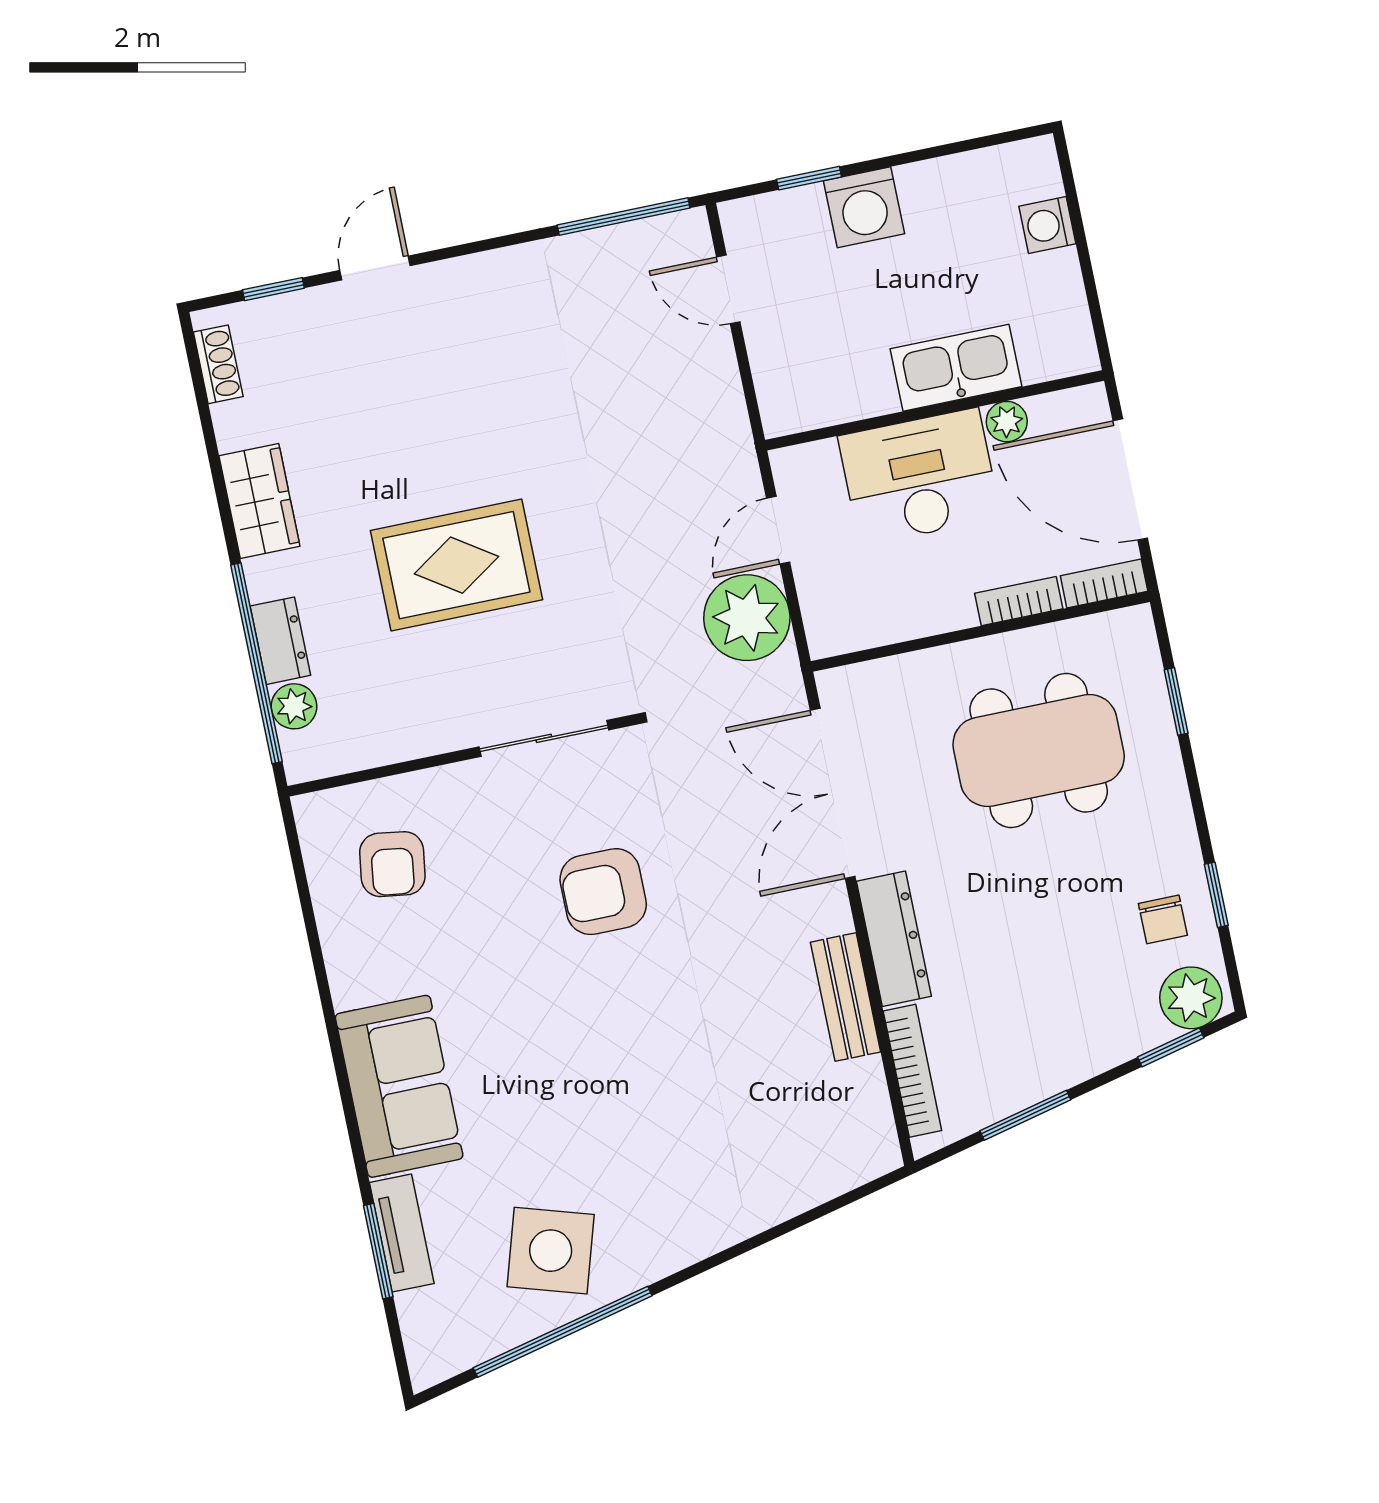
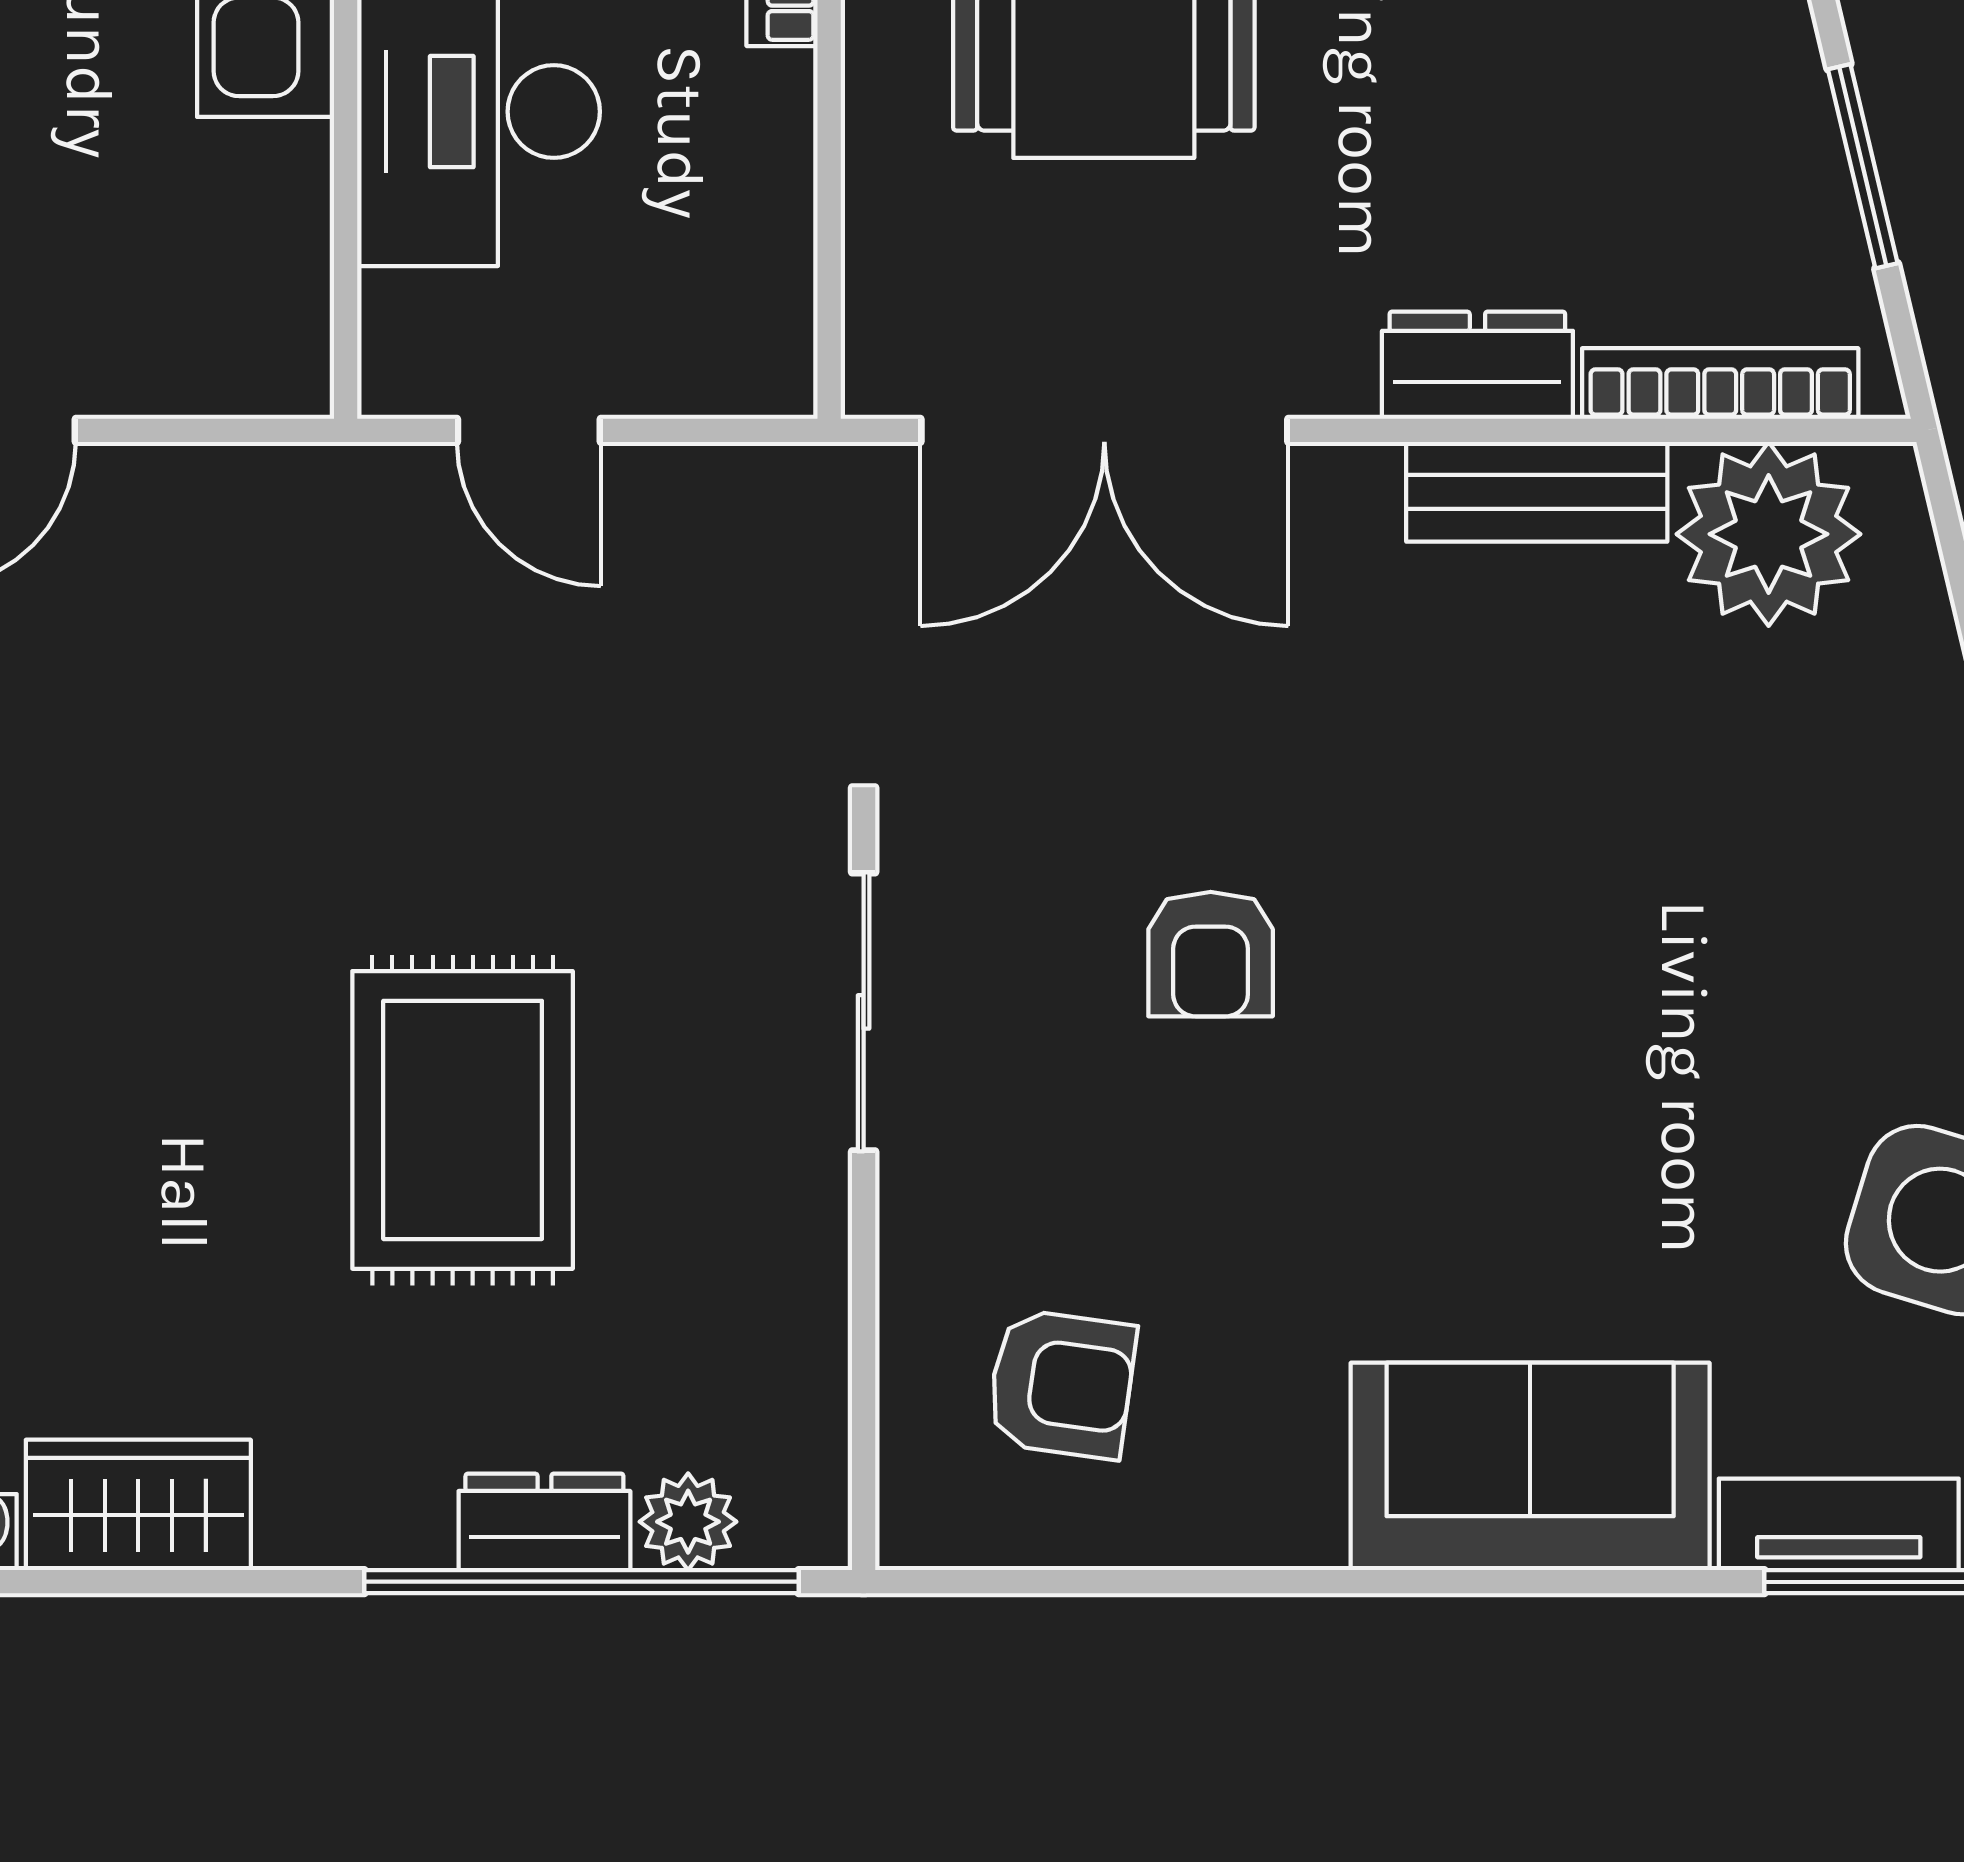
wardrobe: (259, 501) -> (138, 1505), moved
plant: (747, 618) -> (1769, 534), moved
armchair: (603, 892) -> (1211, 954), width x0.72, depth x0.72
dresser: (894, 939) -> (1477, 365), width x0.70

